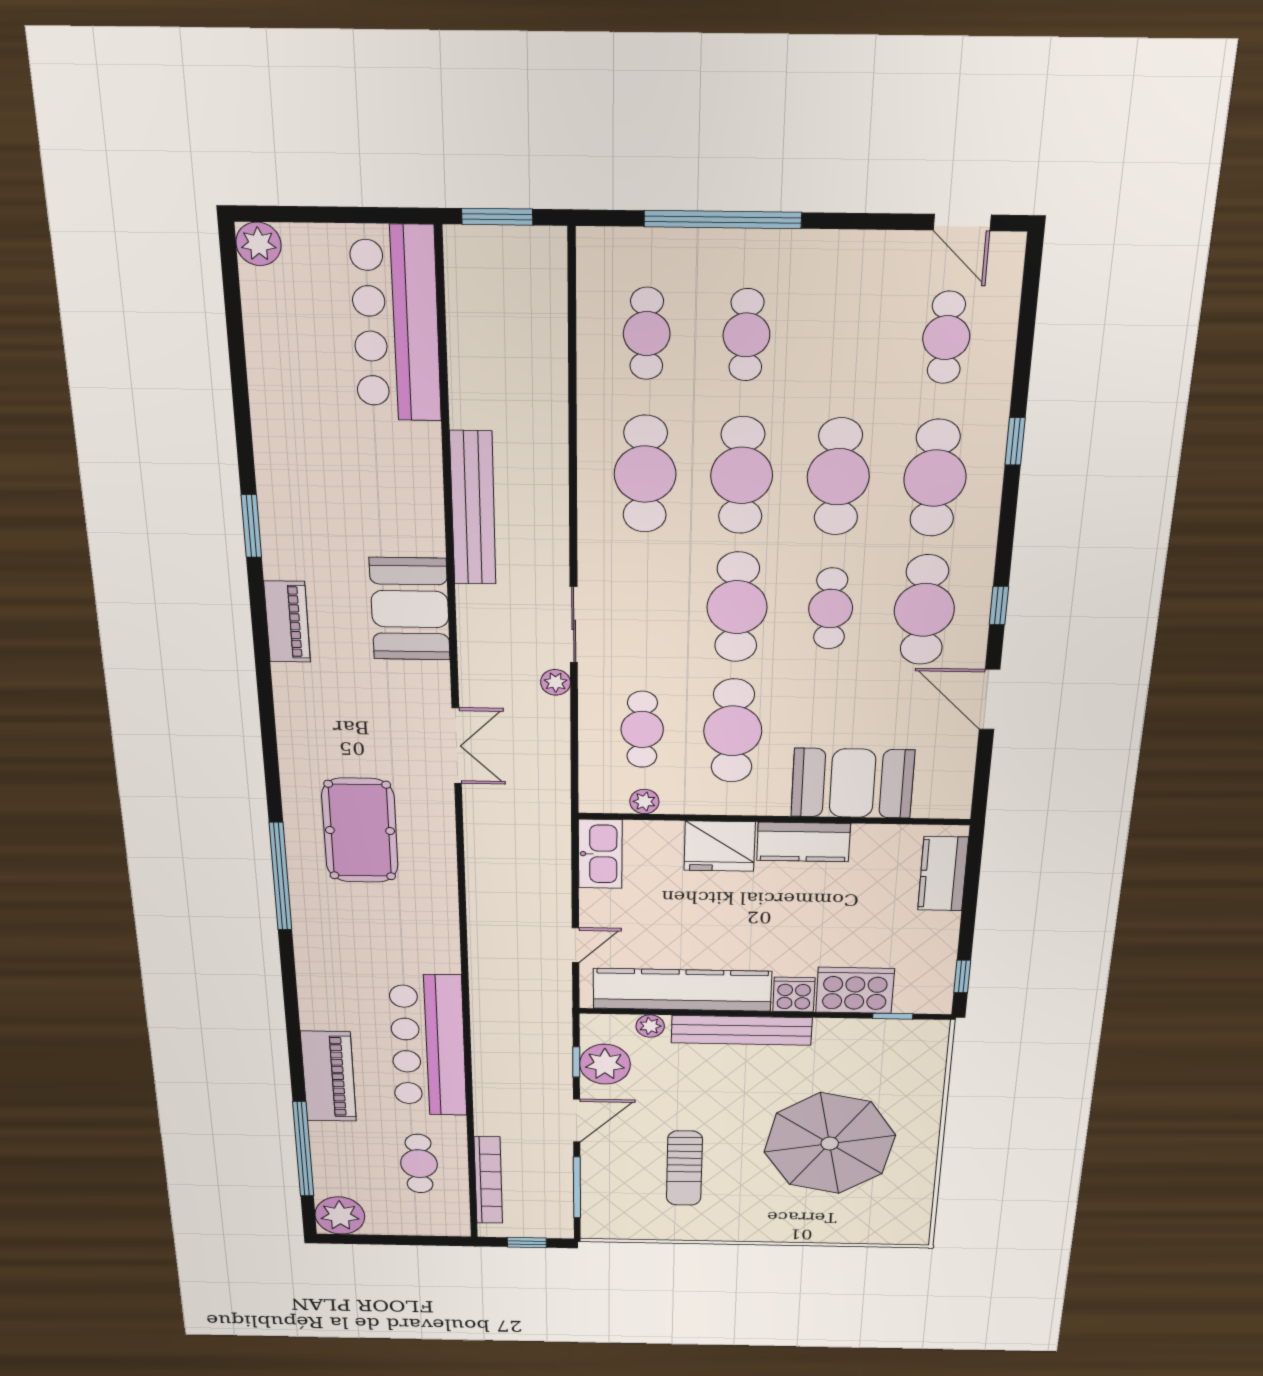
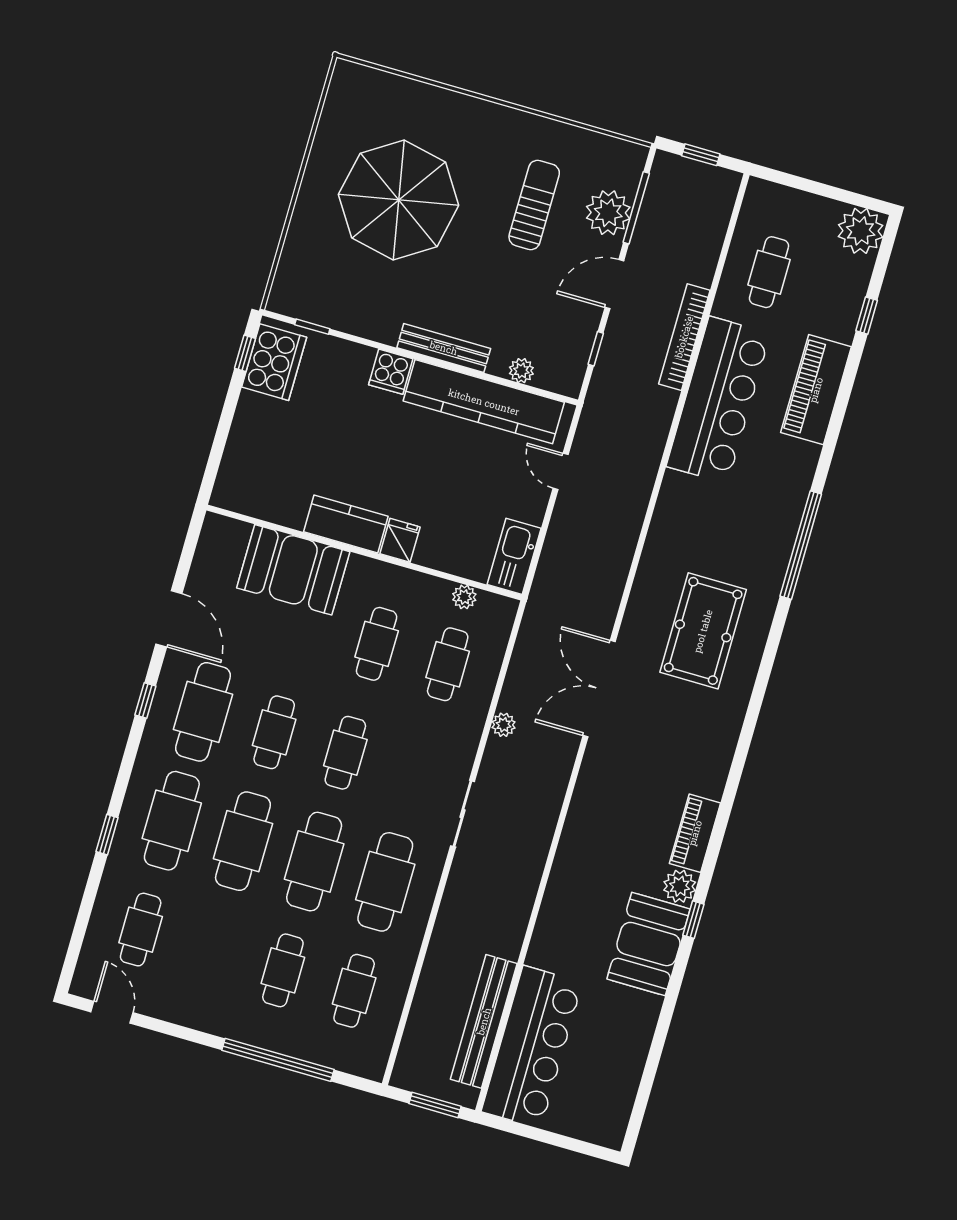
plant: (258, 244) -> (680, 886), moved
bench: (473, 508) -> (484, 1021), moved
window: (251, 526) -> (693, 920), width x0.67
cafe table: (737, 607) -> (345, 753), width x0.73, depth x0.74
booth: (410, 609) -> (648, 944), moved
sliding door: (574, 625) -> (463, 814), moved
cafe table: (733, 731) -> (377, 644), width x0.73, depth x0.74
double door: (457, 746) -> (599, 689), width x1.37
fridge: (720, 846) -> (400, 540), width x0.53, depth x0.75
kitchen counter: (943, 874) -> (239, 463), removed
window: (281, 876) -> (801, 545), moved
door: (576, 945) -> (561, 471), hinge flipped
cooker: (855, 990) -> (274, 362), moved, turned -90
bench: (742, 1030) -> (444, 348), width x0.73, depth x0.82
plant: (605, 1064) -> (608, 213), moved
window: (303, 1149) -> (867, 316), width x0.32
bookcase: (488, 1180) -> (684, 337), moved

